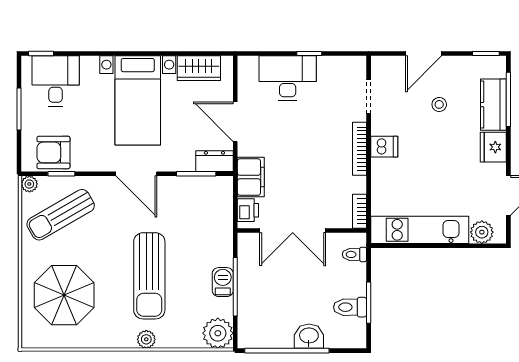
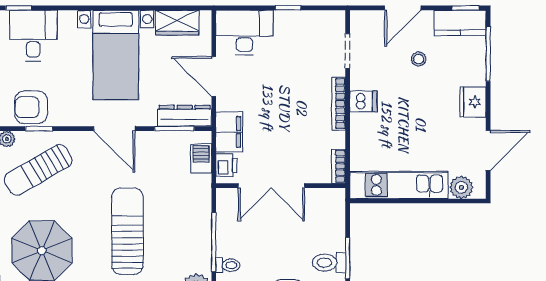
desk: (288, 78) -> (245, 33), moved
kitchen counter: (493, 105) -> (460, 23), moved, turned -90
dresser: (214, 161) -> (185, 116), width x1.44
toilet: (354, 254) -> (228, 265), moved, turned 180
sun lounger: (149, 276) -> (127, 231), turned 180
barbecue: (223, 282) -> (201, 158), moved

